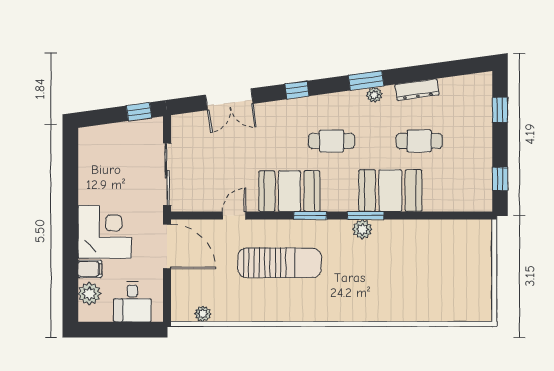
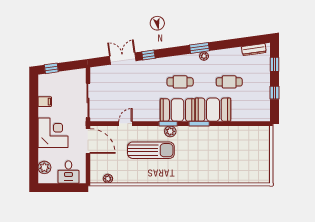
window: (297, 90) -> (148, 55), moved
dresser: (417, 90) -> (254, 50), moved
double door: (229, 99) -> (123, 59), swing flipped
window: (139, 112) -> (51, 68), moved
window: (500, 179) -> (274, 93), moved
booth: (289, 191) -> (177, 110), moved
plant: (362, 229) -> (170, 131), moved
filing cabinet: (90, 269) -> (45, 102), moved

